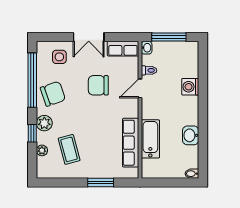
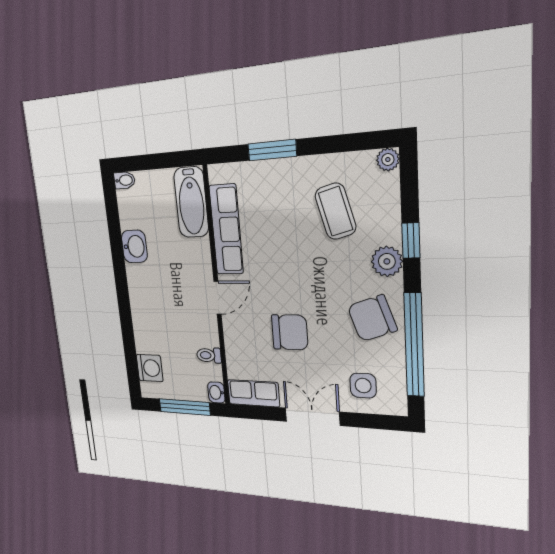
washing machine: (190, 87) -> (150, 368), moved
door: (140, 88) -> (217, 298), moved
bathtub: (150, 139) -> (191, 202), moved
plant: (42, 150) -> (388, 160), moved

